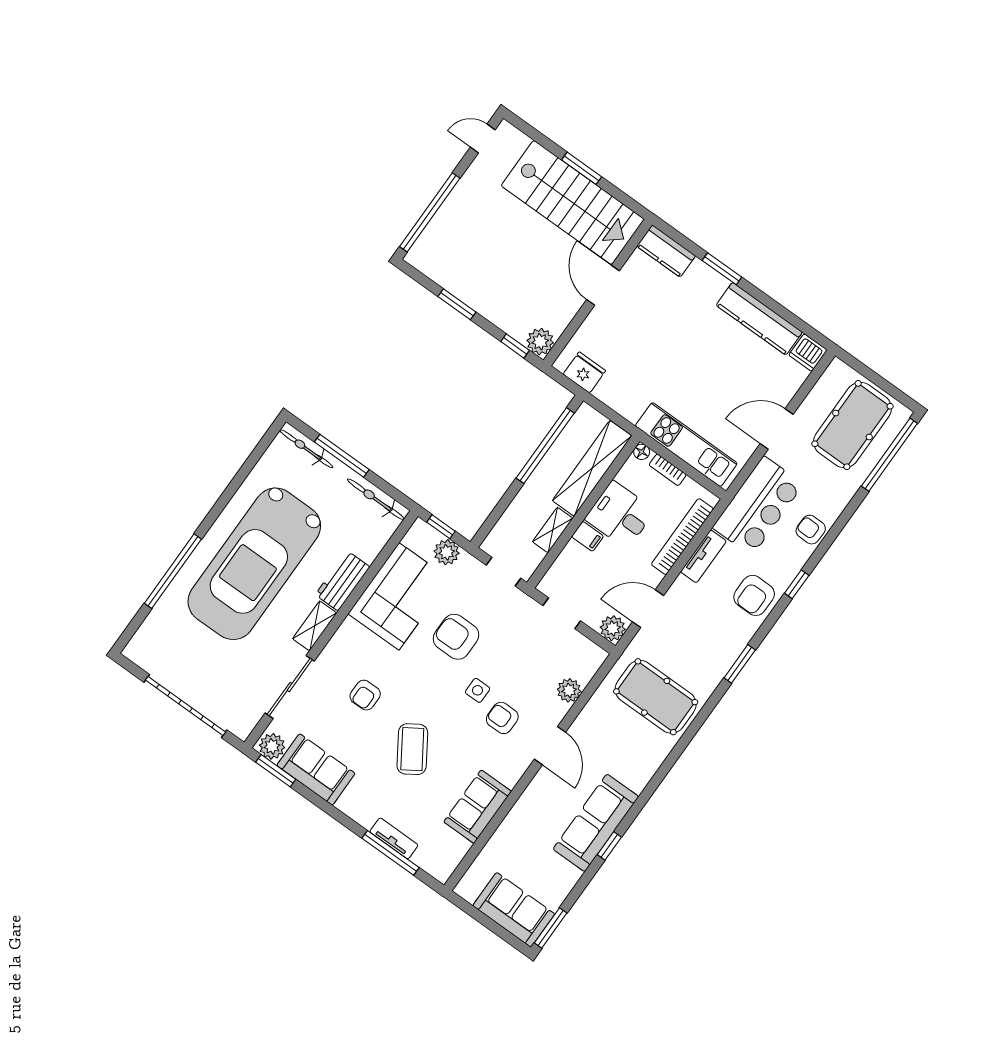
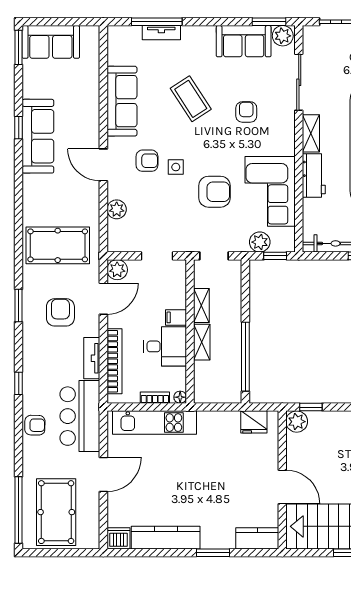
shelving: (592, 468) -> (202, 342), width x0.45, depth x0.75
armchair: (754, 595) -> (60, 312), moved
sofa: (478, 807) -> (122, 101), width x1.36

